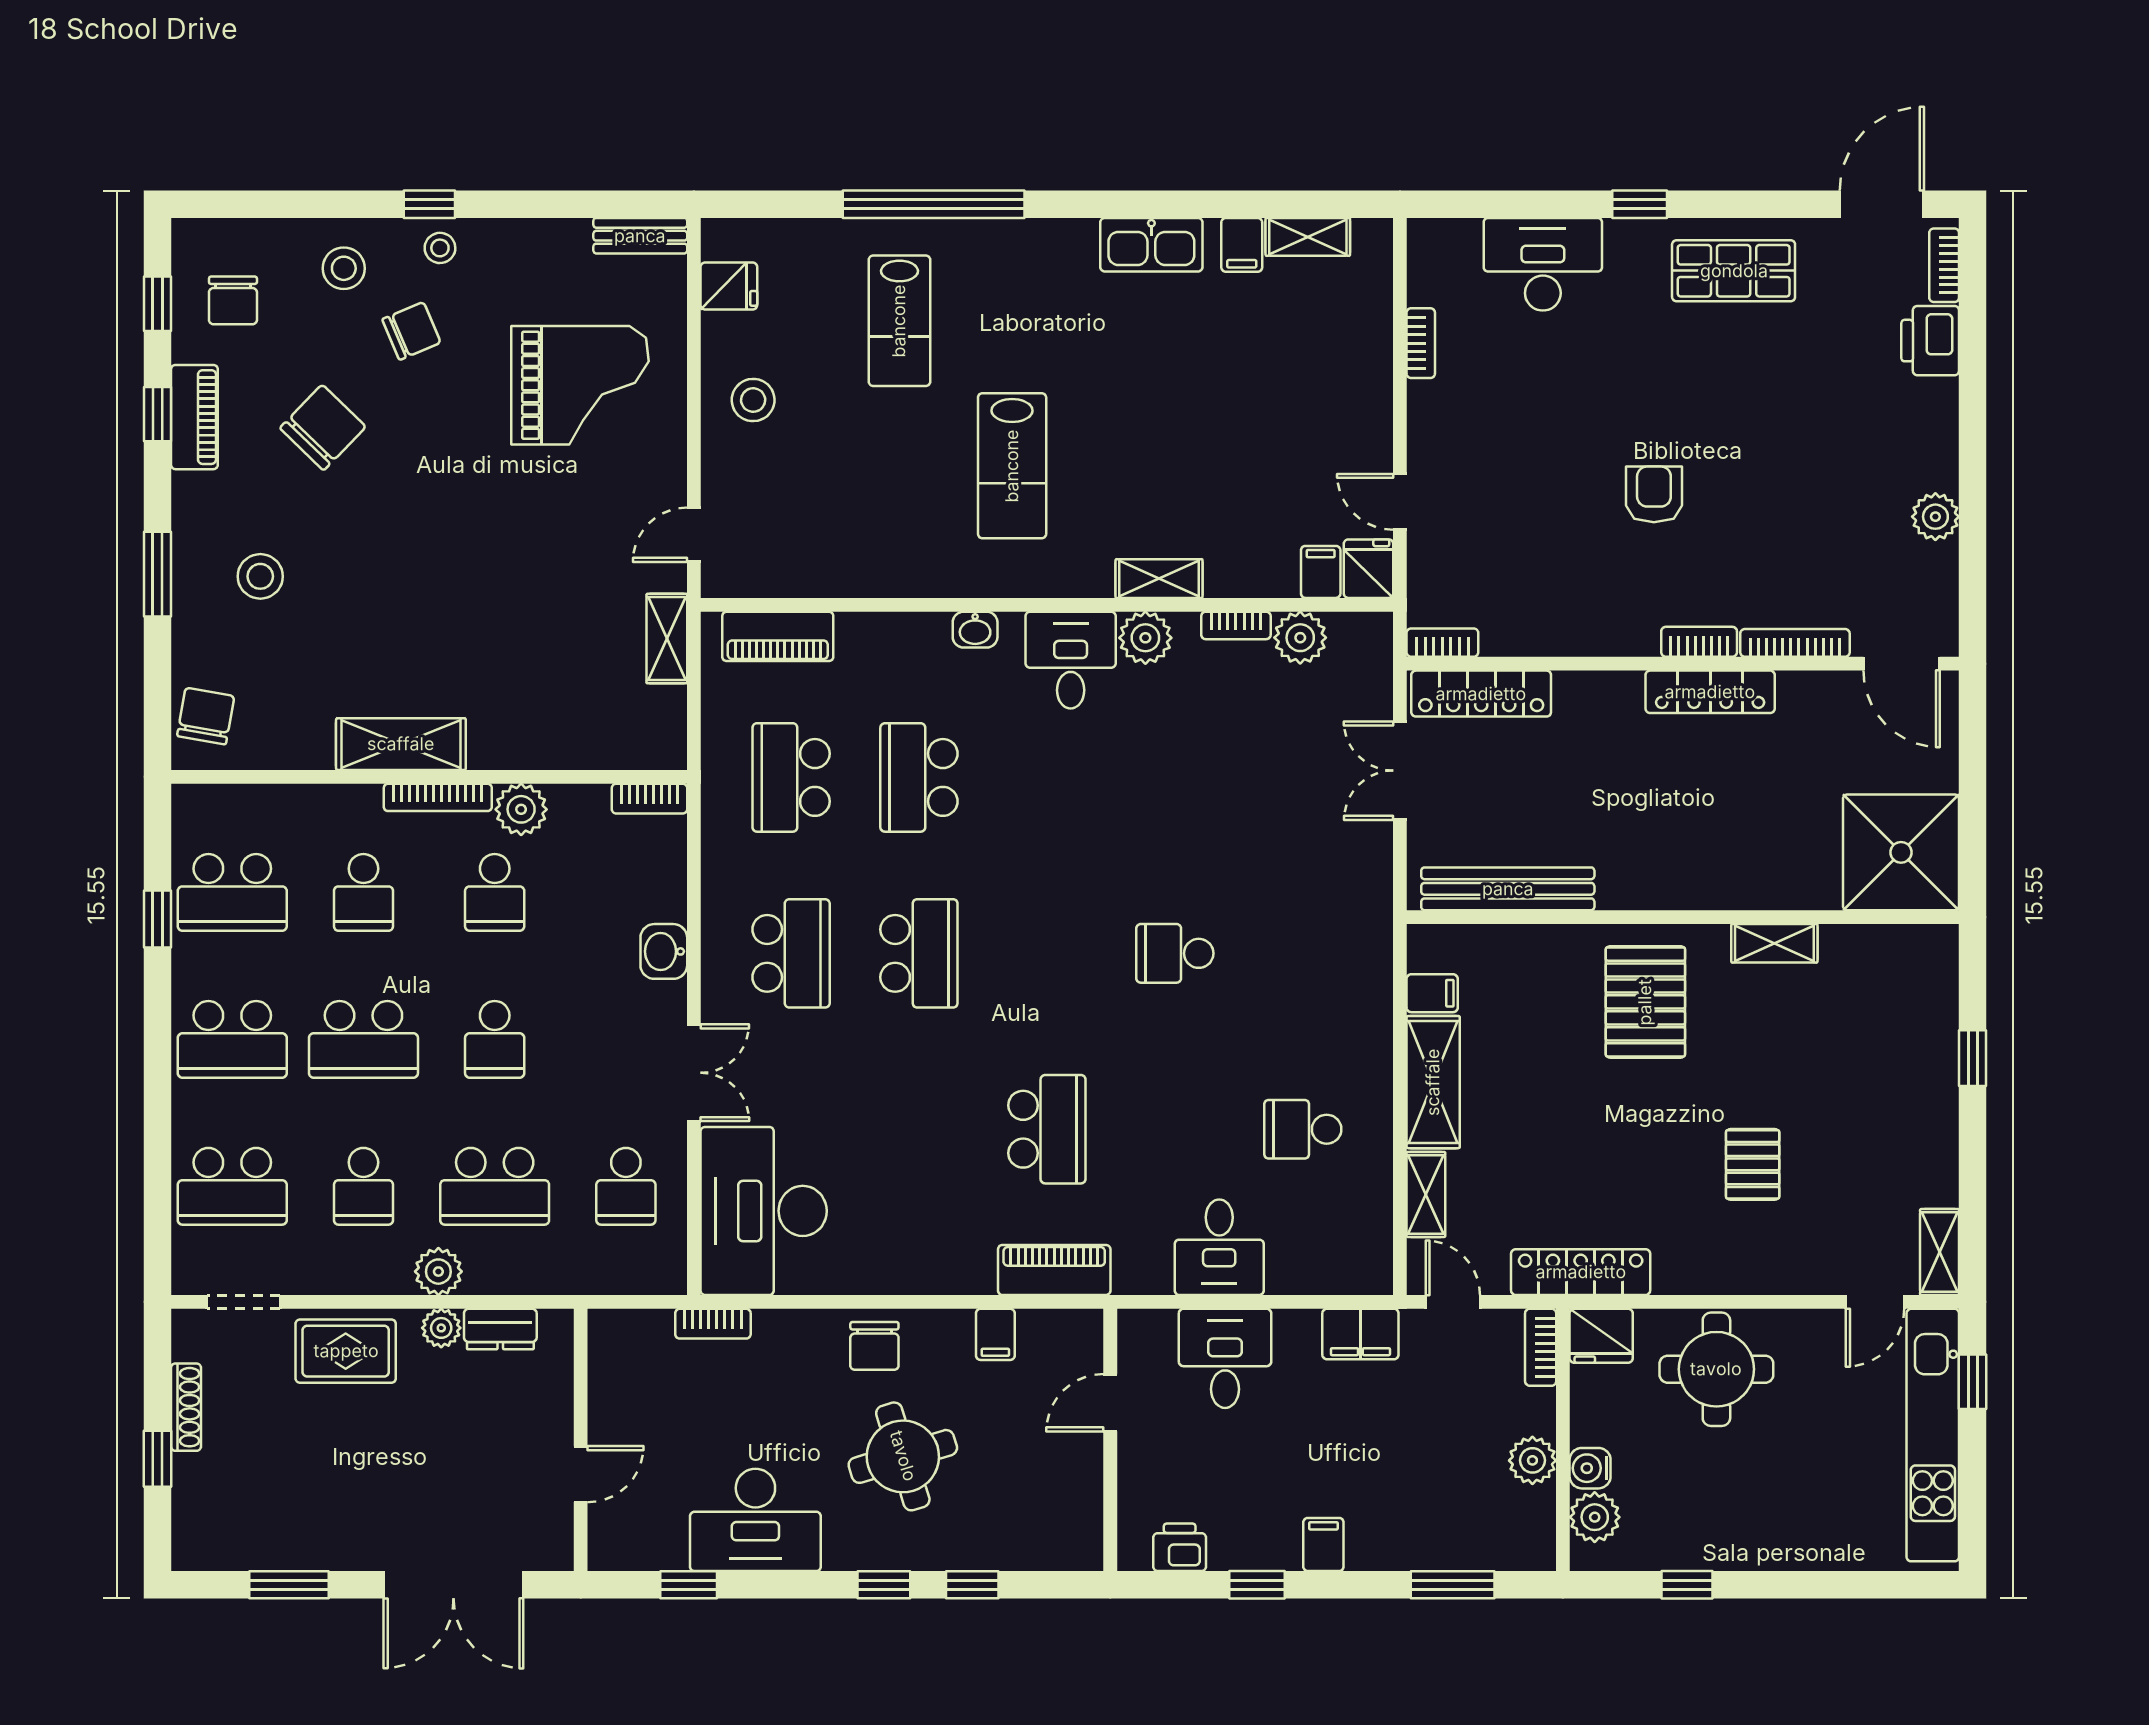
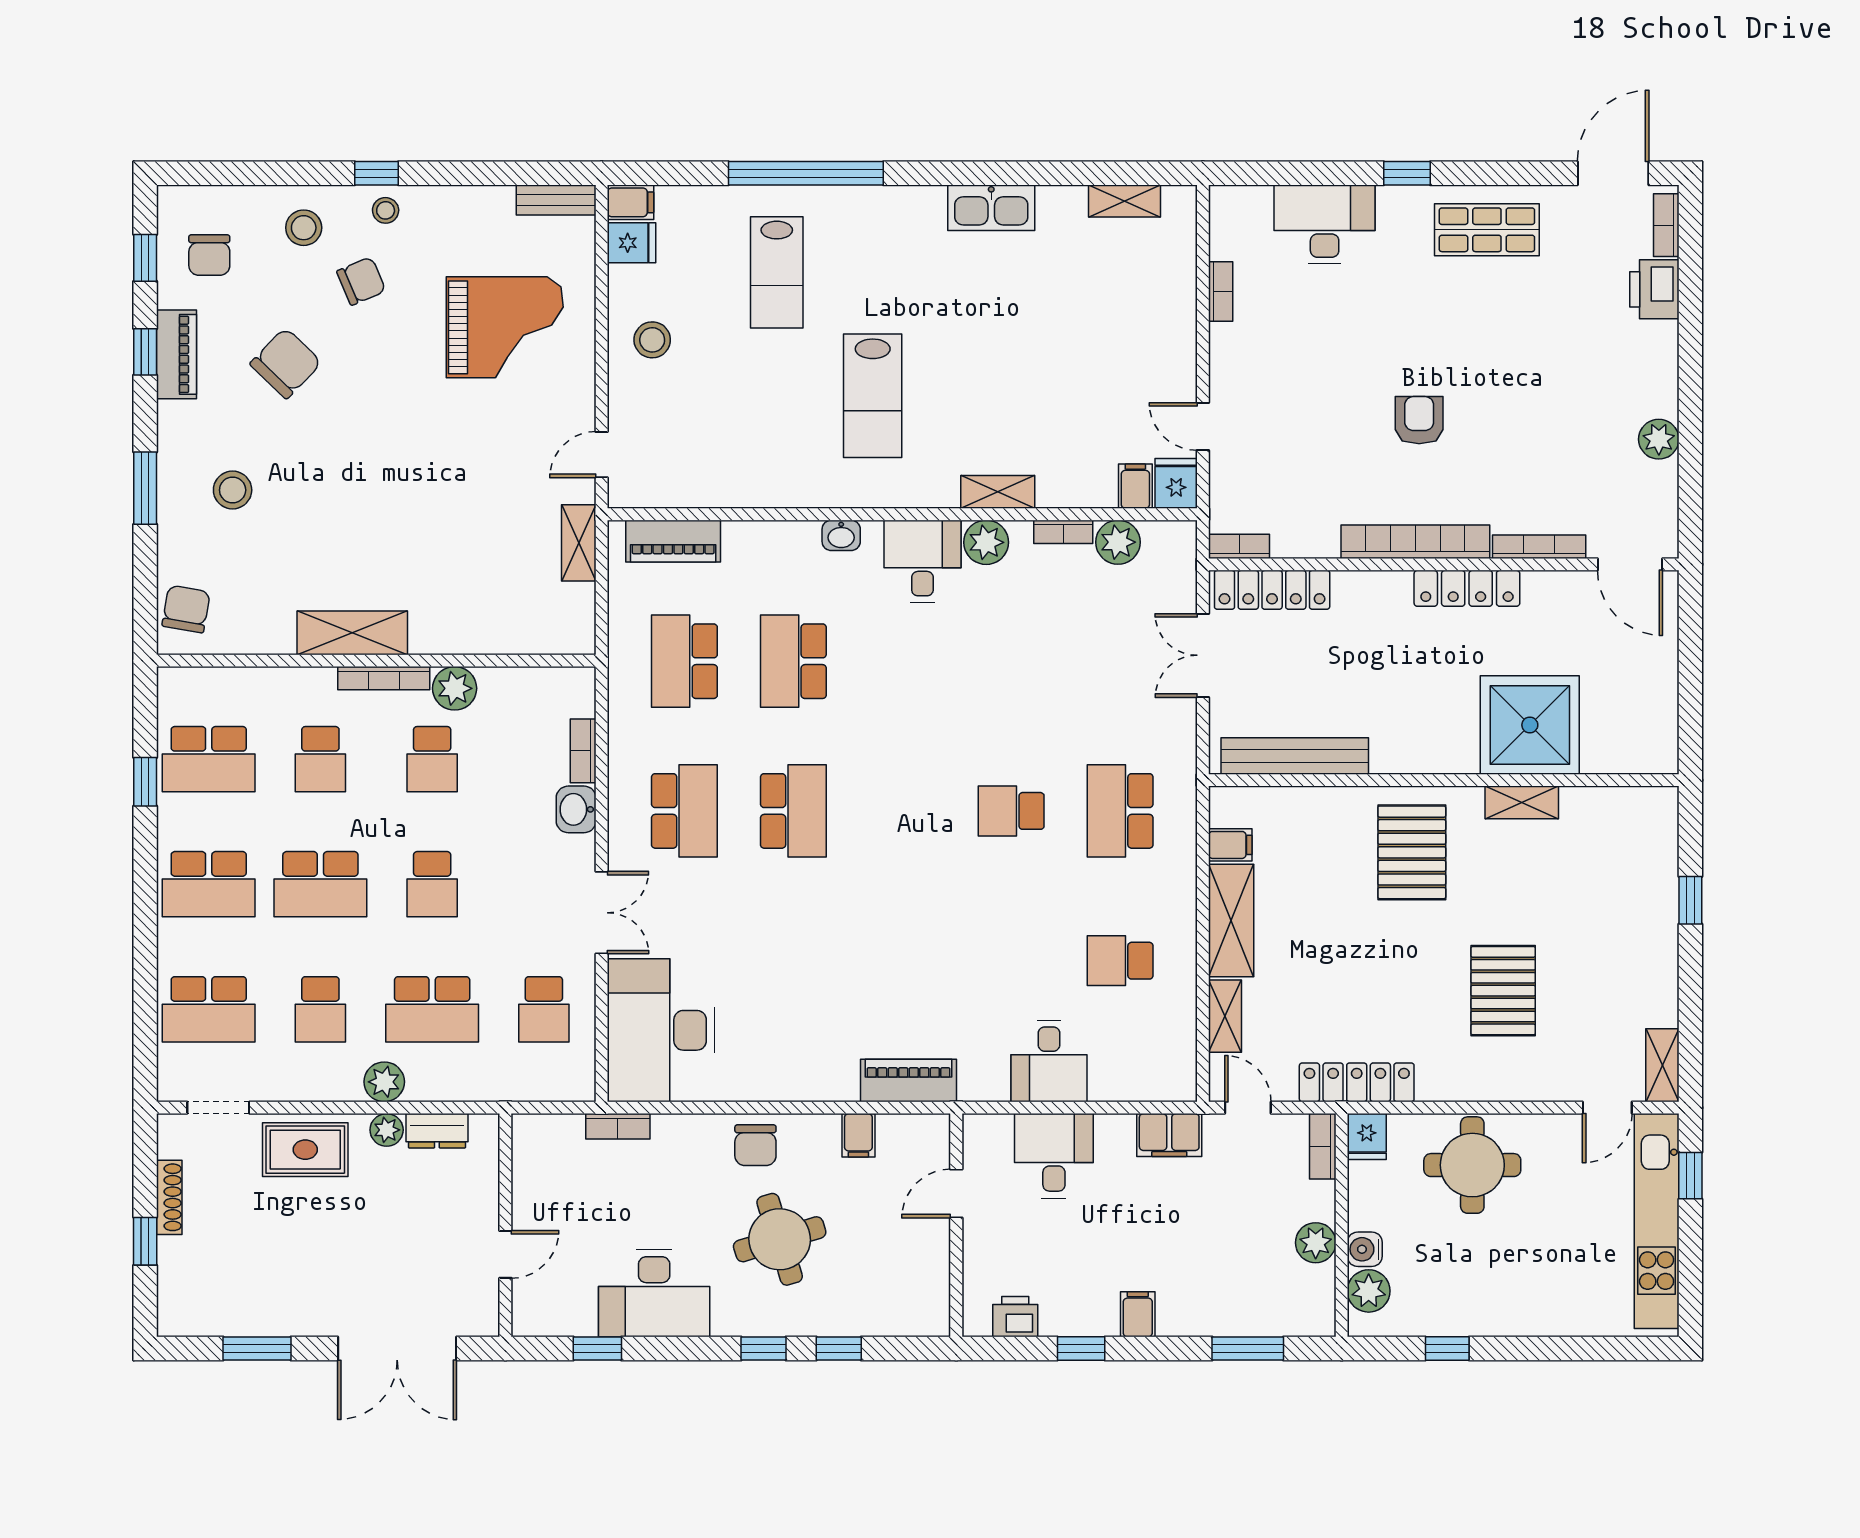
filing cabinet: (1242, 245) -> (631, 202), moved, turned -90
bookcase: (1699, 642) -> (1415, 542), width x2.31, depth x1.31
bookcase: (649, 799) -> (583, 751), moved, turned 90
shower: (1901, 852) -> (1530, 725), moved
school desk: (1047, 1129) -> (1120, 811), moved, turned 180
pallet: (1753, 1164) -> (1503, 991), width x1.50, depth x1.42
fridge: (1601, 1336) -> (1367, 1137), width x0.72

